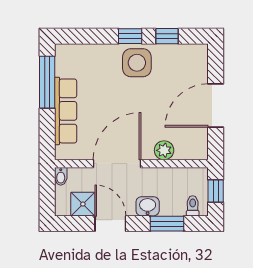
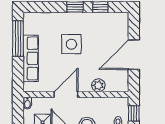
side table: (137, 63) -> (71, 44), moved
door: (117, 164) -> (66, 95), width x0.73

